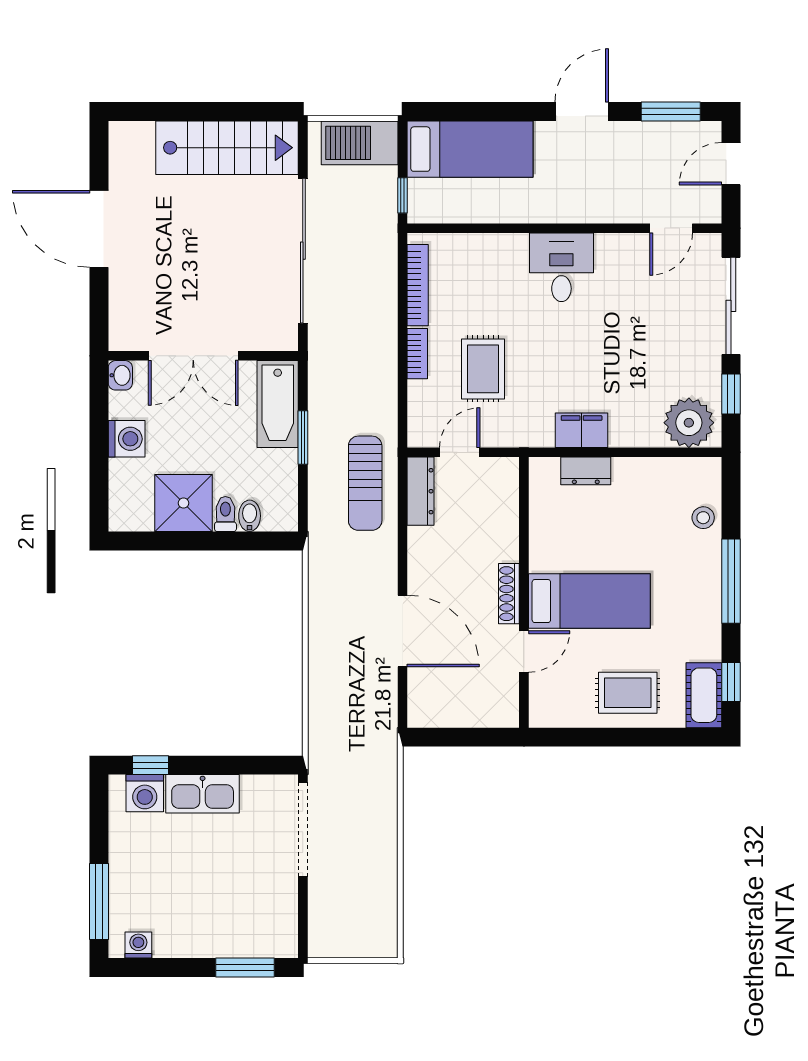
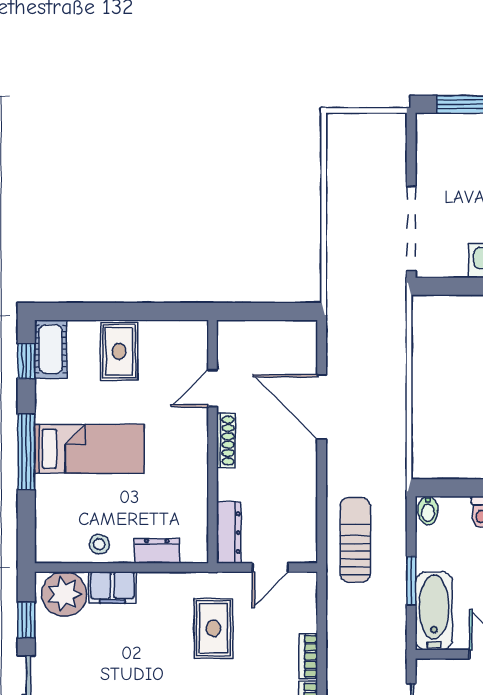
rug: (483, 369) -> (213, 628), moved
filing cabinet: (582, 430) -> (112, 587), moved
dresser: (421, 491) -> (229, 533), moved, turned 180
bidet: (250, 516) -> (428, 510), moved
stool: (703, 518) -> (99, 544), moved
bed: (589, 601) -> (89, 449), moved, turned 180
rug: (628, 693) -> (119, 351), turned 90

